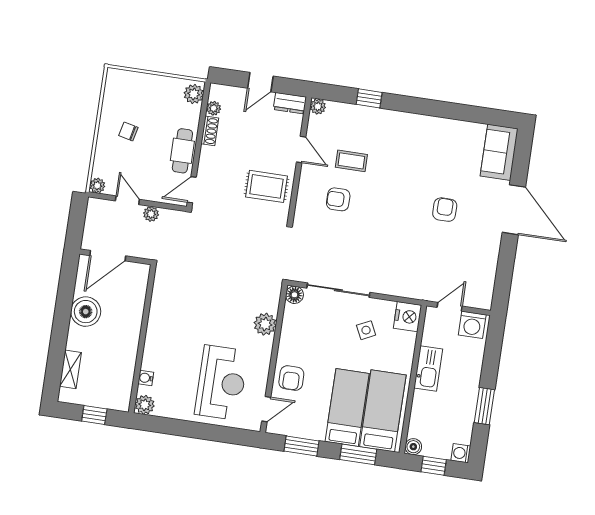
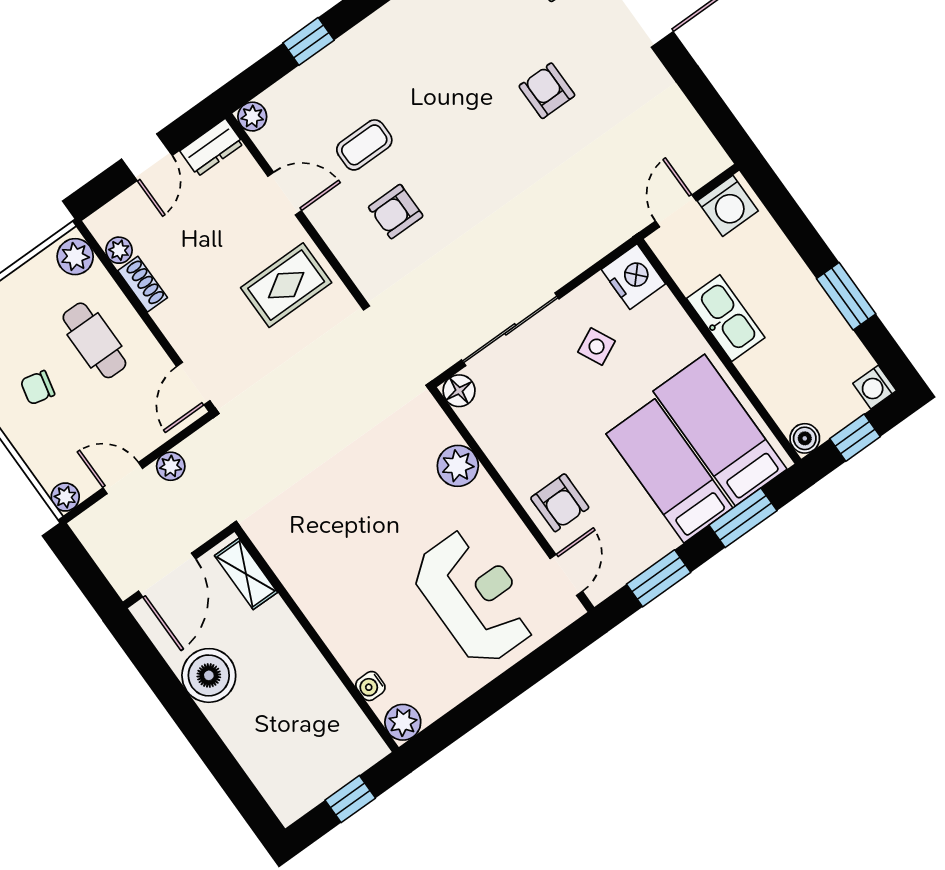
cafe table: (182, 151) -> (94, 340), moved
shelving: (70, 369) -> (246, 574), moved

